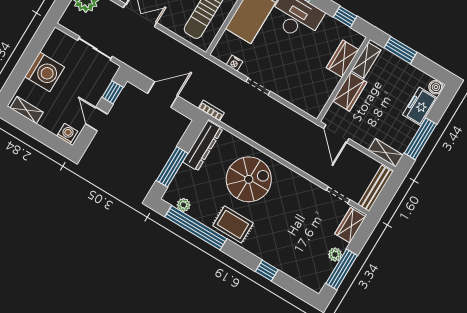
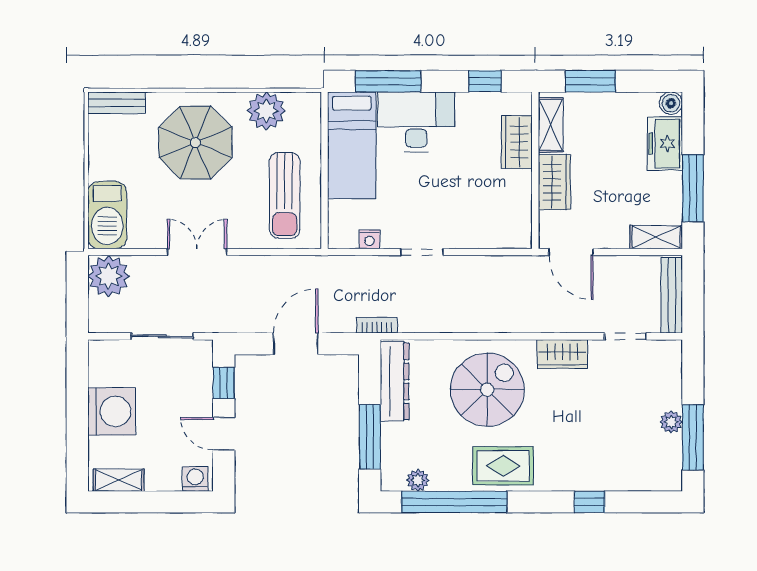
wardrobe: (350, 225) -> (562, 354), moved, turned -90

